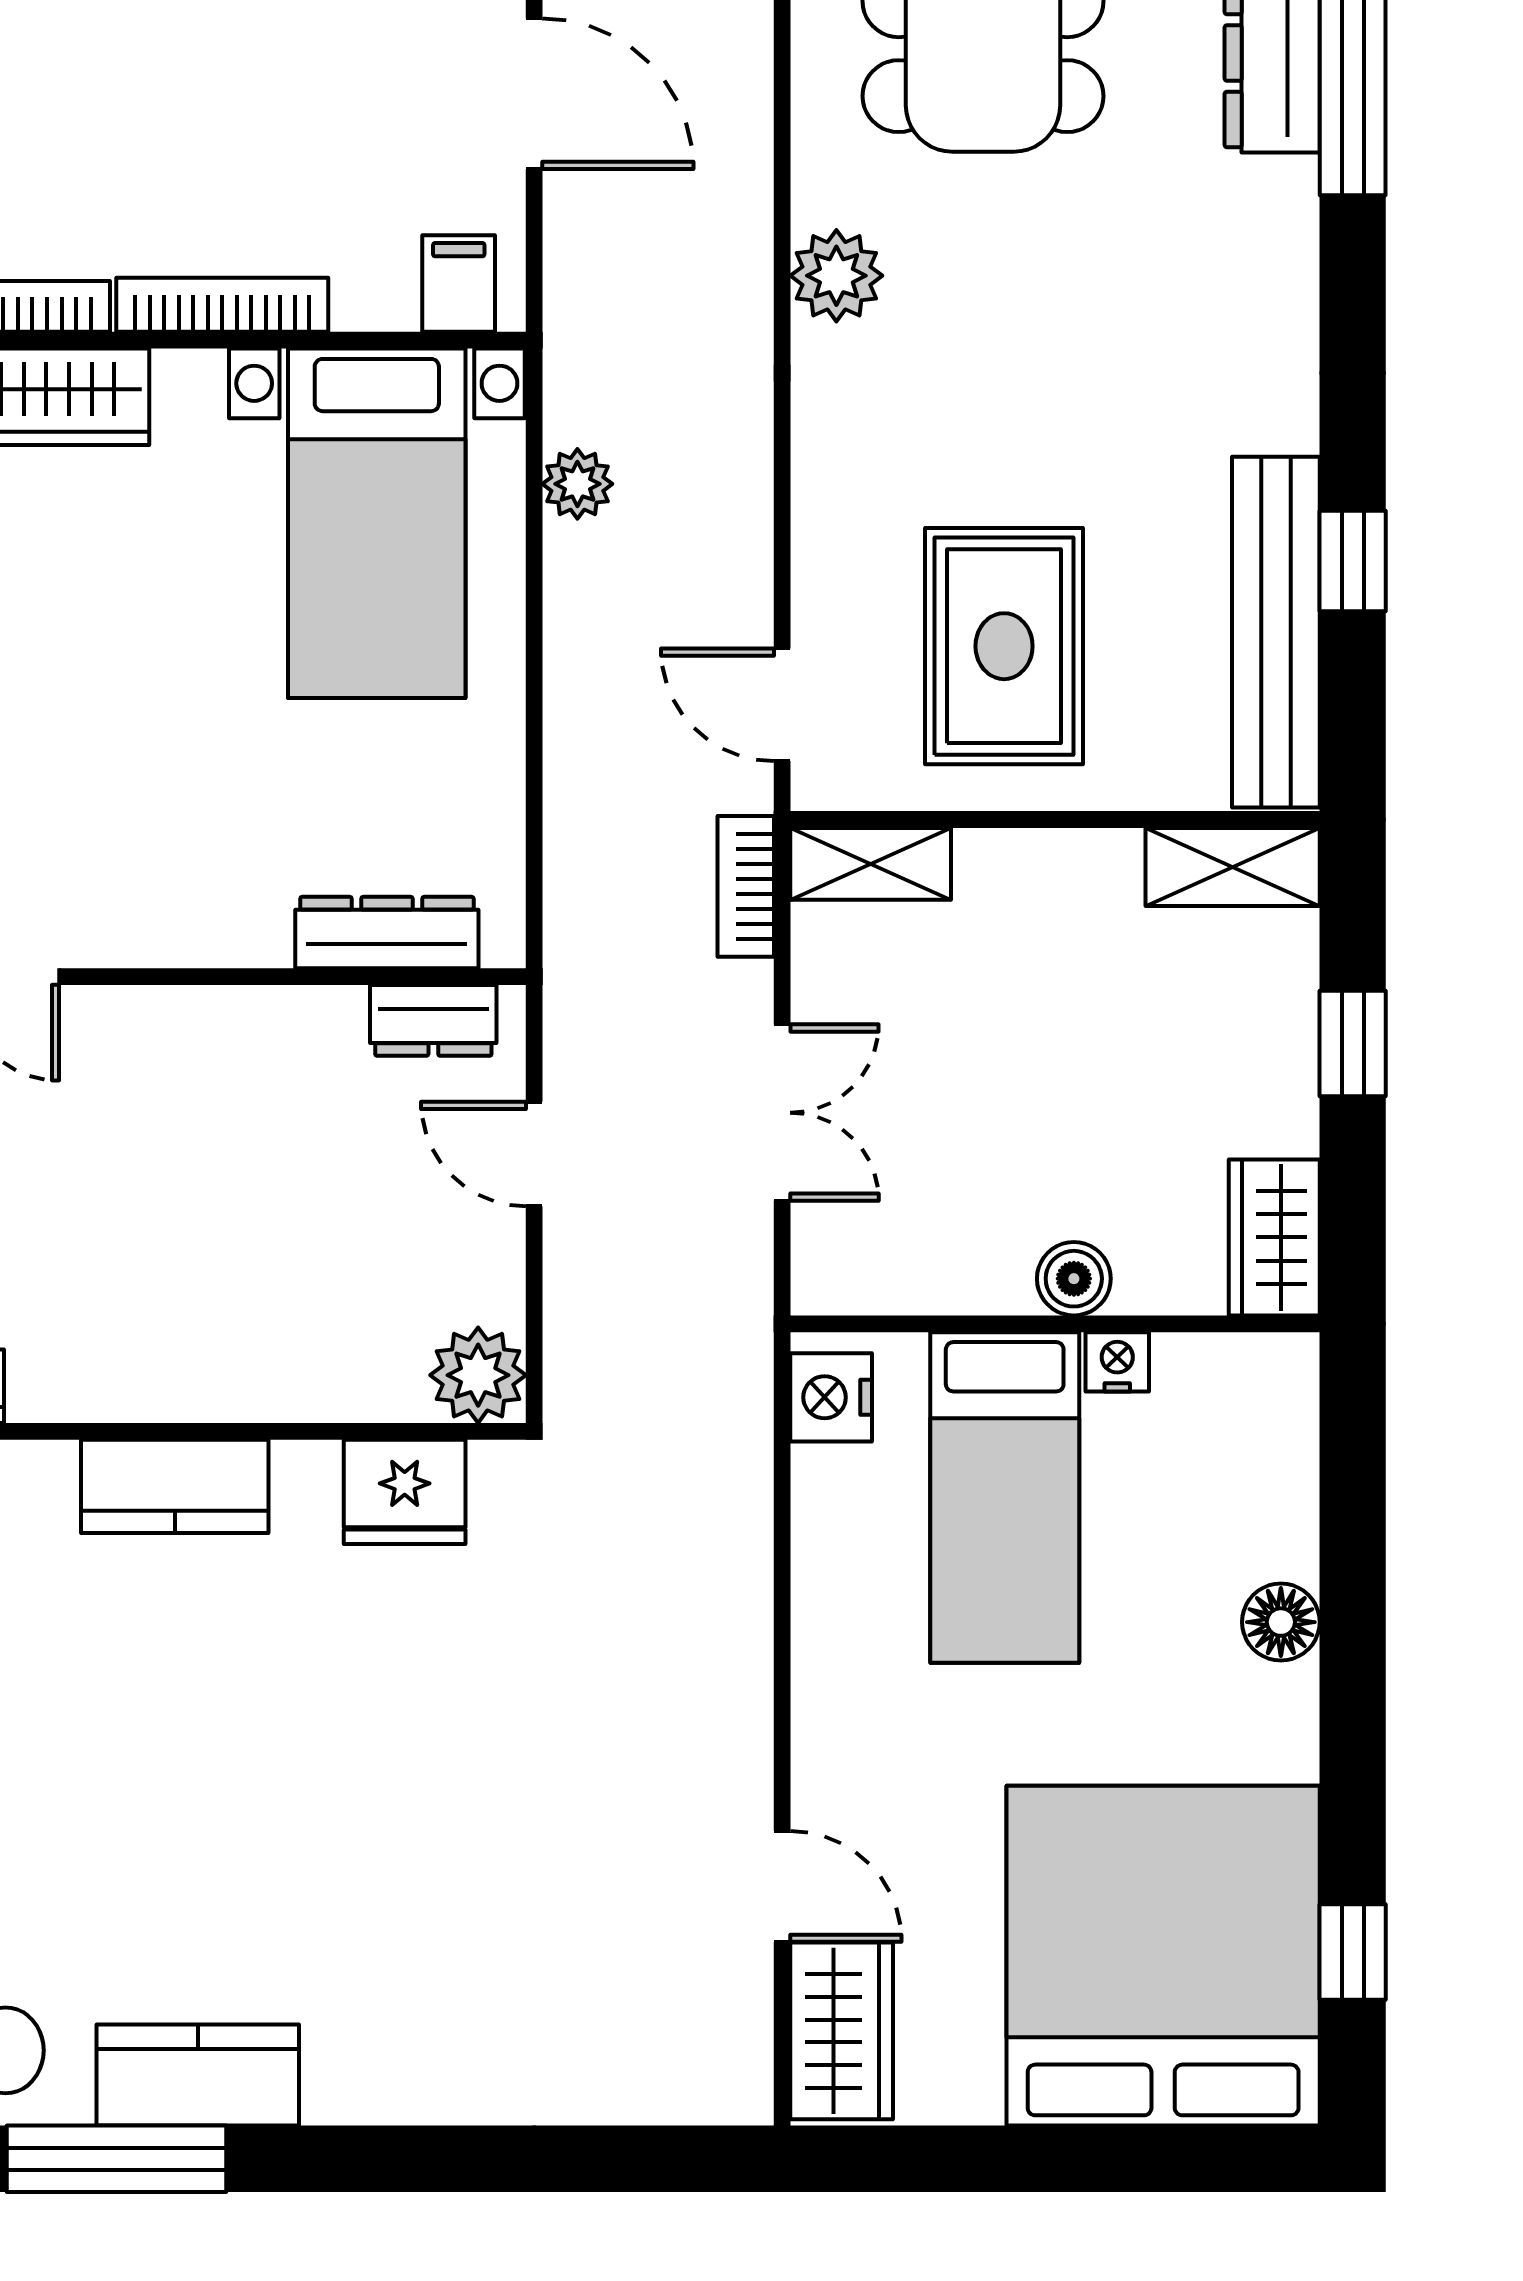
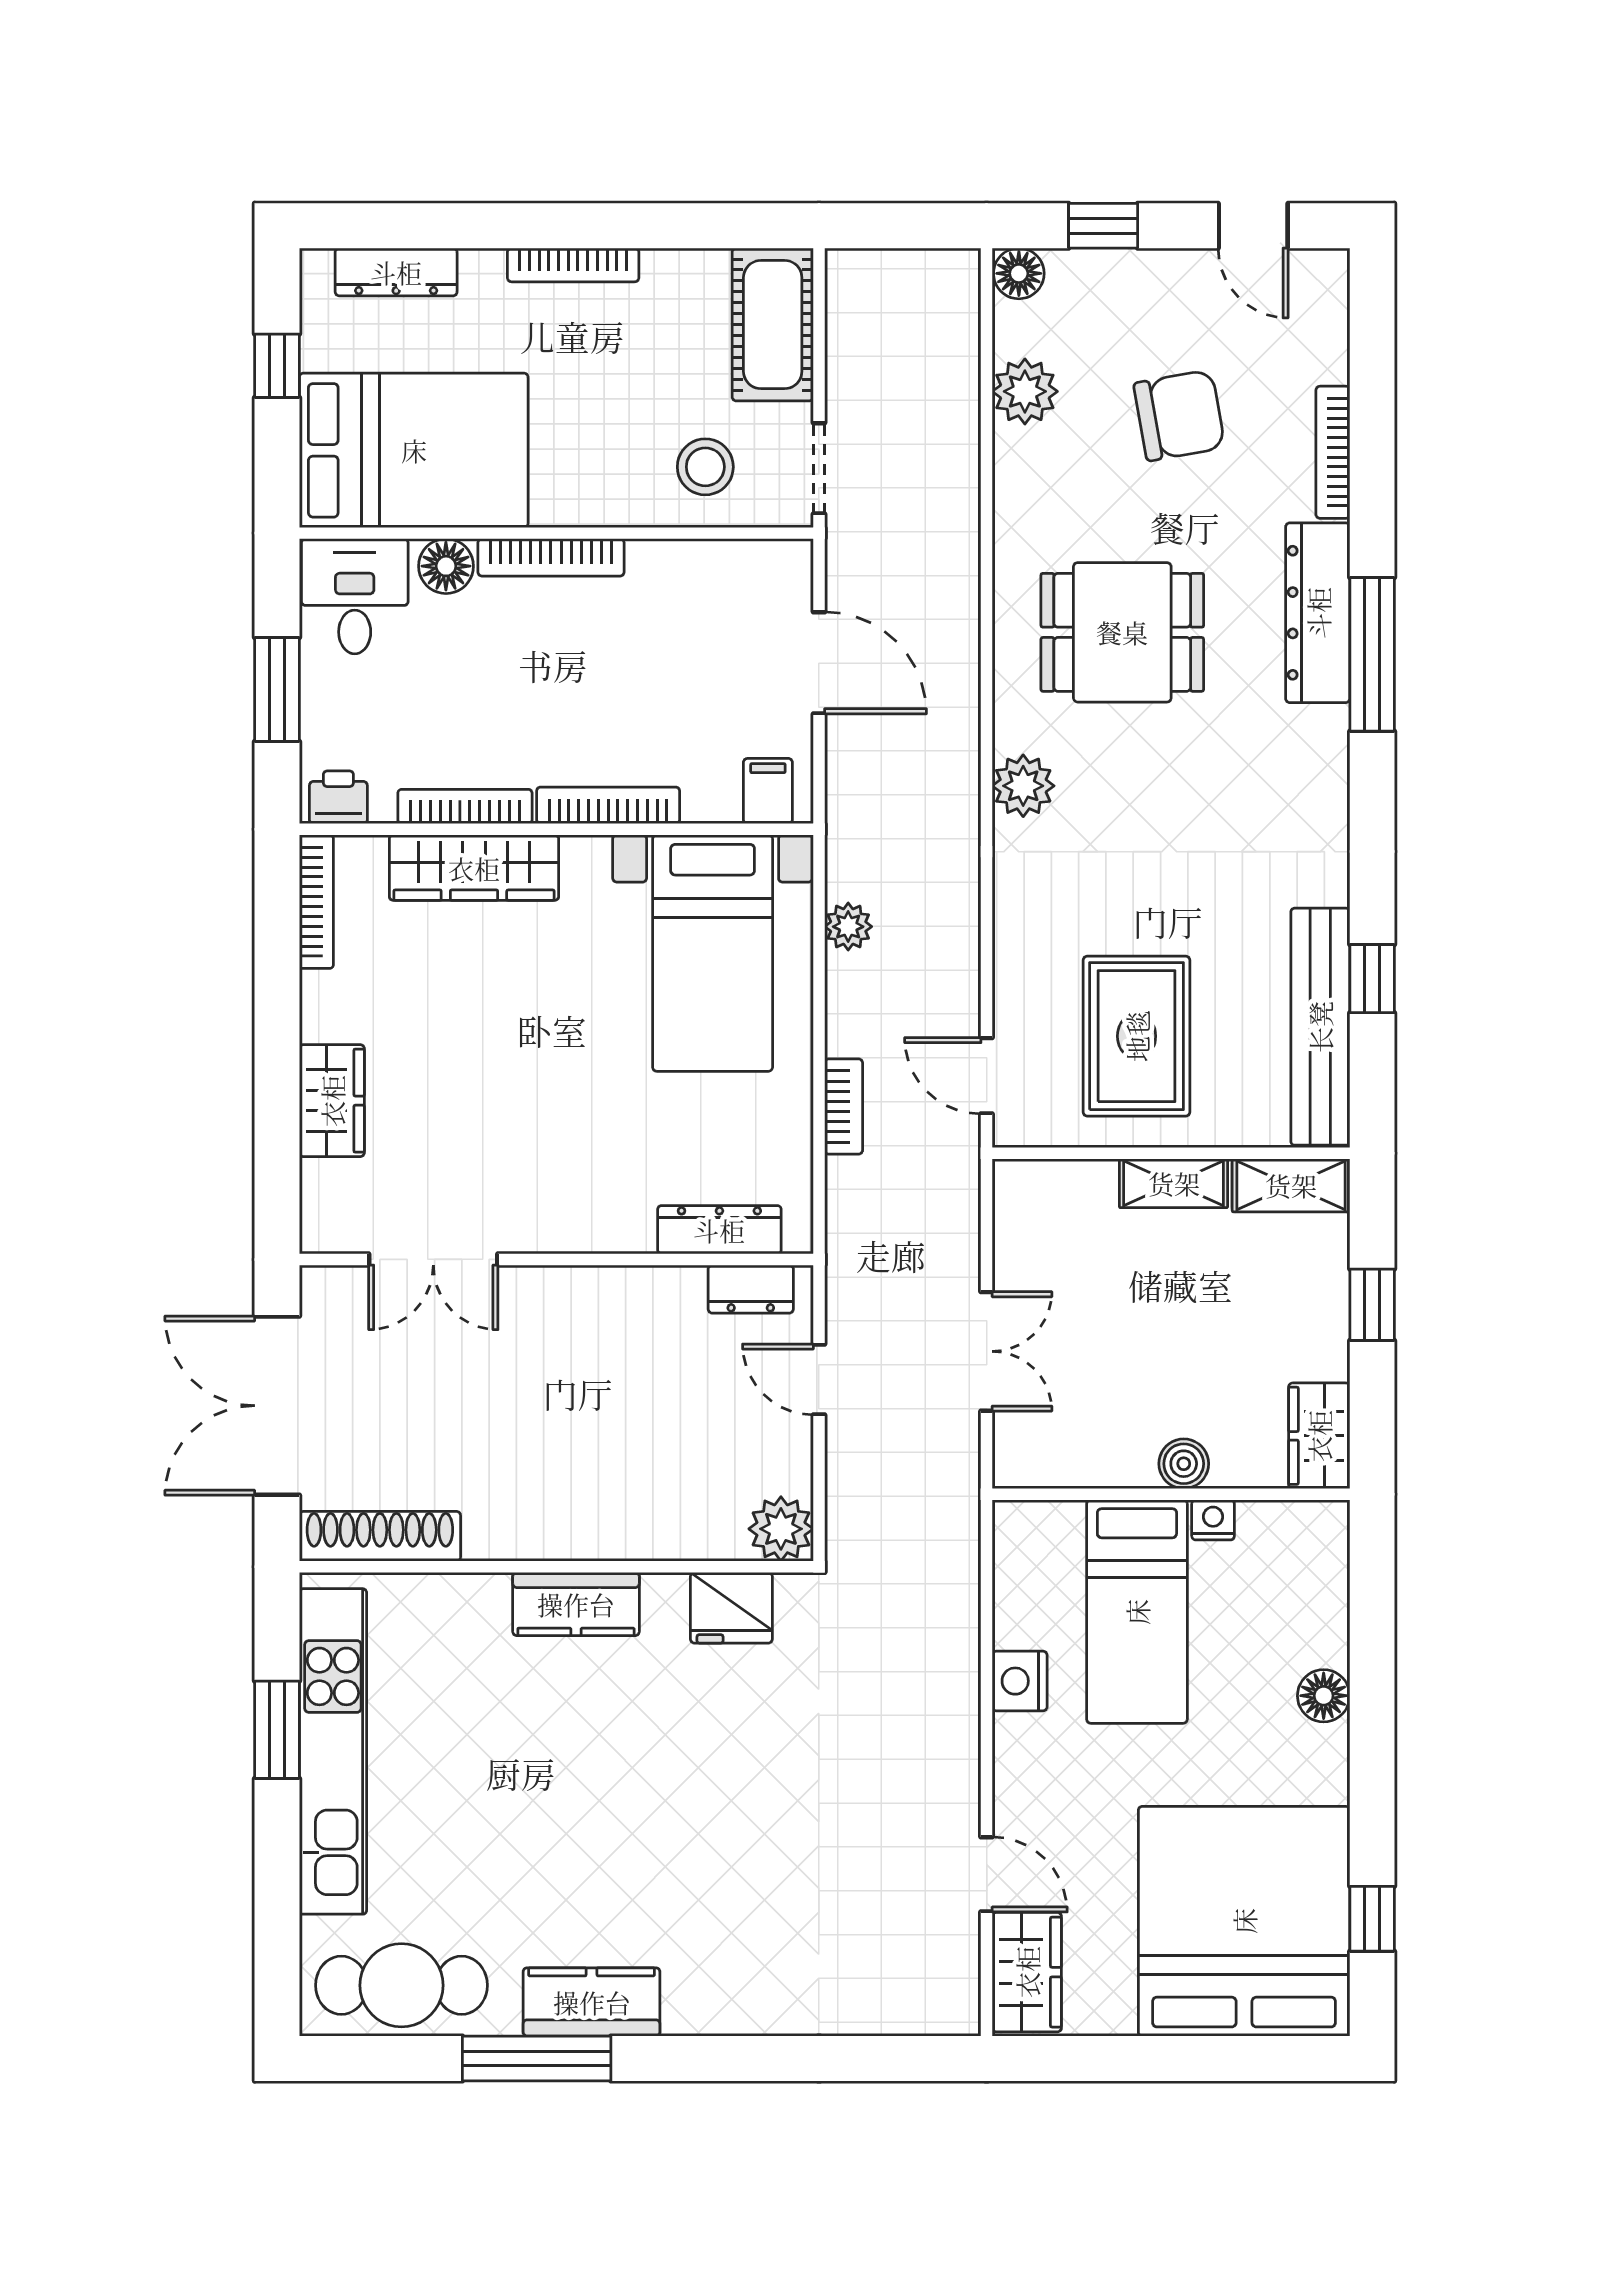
shelving: (871, 864) -> (1174, 1183), moved
bookcase: (746, 886) -> (844, 1107), moved, turned 180
nightstand: (831, 1397) -> (1020, 1681), moved

